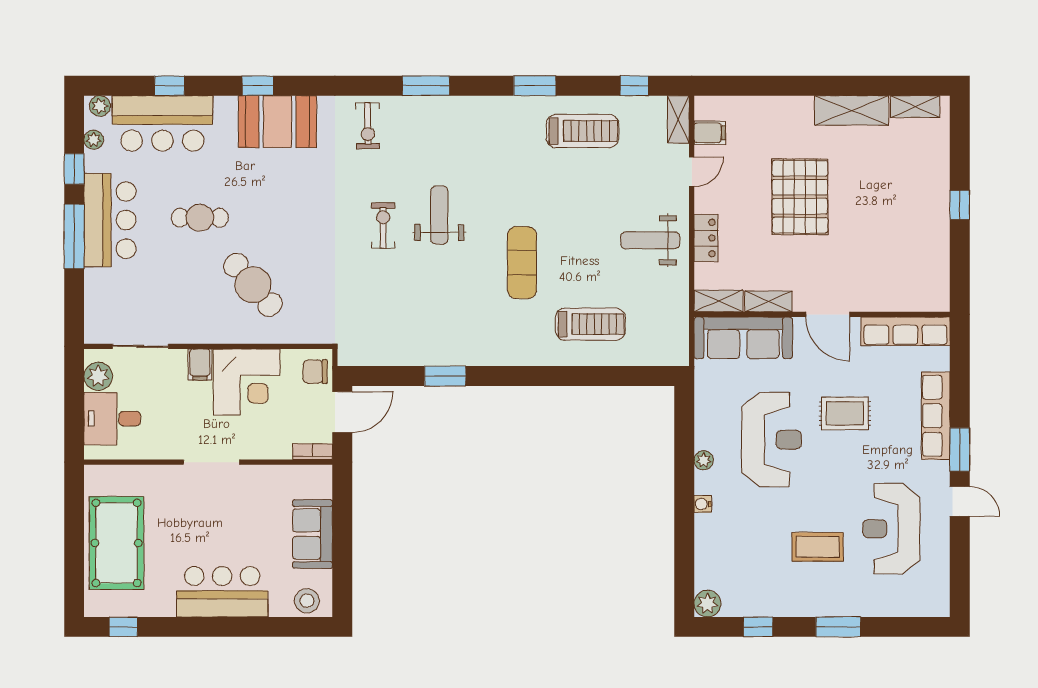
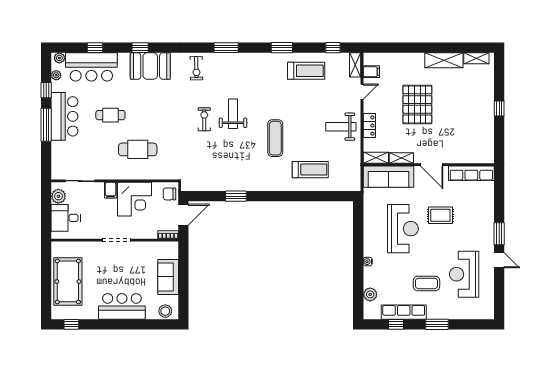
cafe table: (253, 285) -> (138, 149), turned -49
row of seats: (936, 416) -> (404, 312), moved, turned 90
plant: (704, 460) -> (368, 239), removed
plant: (707, 604) -> (370, 294), moved

